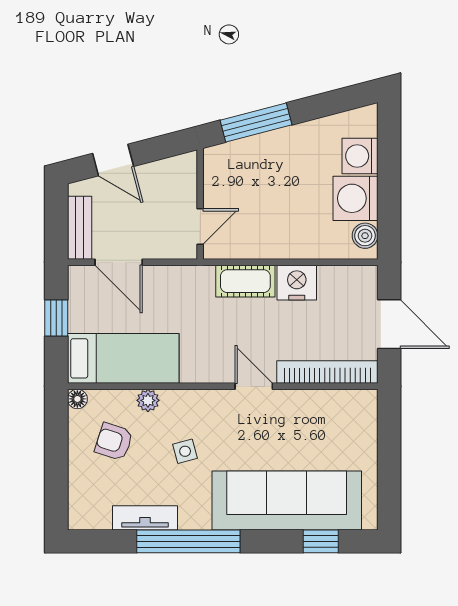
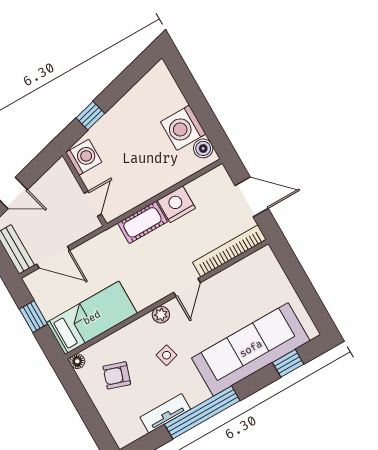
window: (256, 123) -> (90, 116), width x0.46
washing machine: (360, 156) -> (84, 157), moved, turned 180
door: (254, 386) -> (187, 288), swing flipped
plant: (148, 400) -> (161, 315), moved

